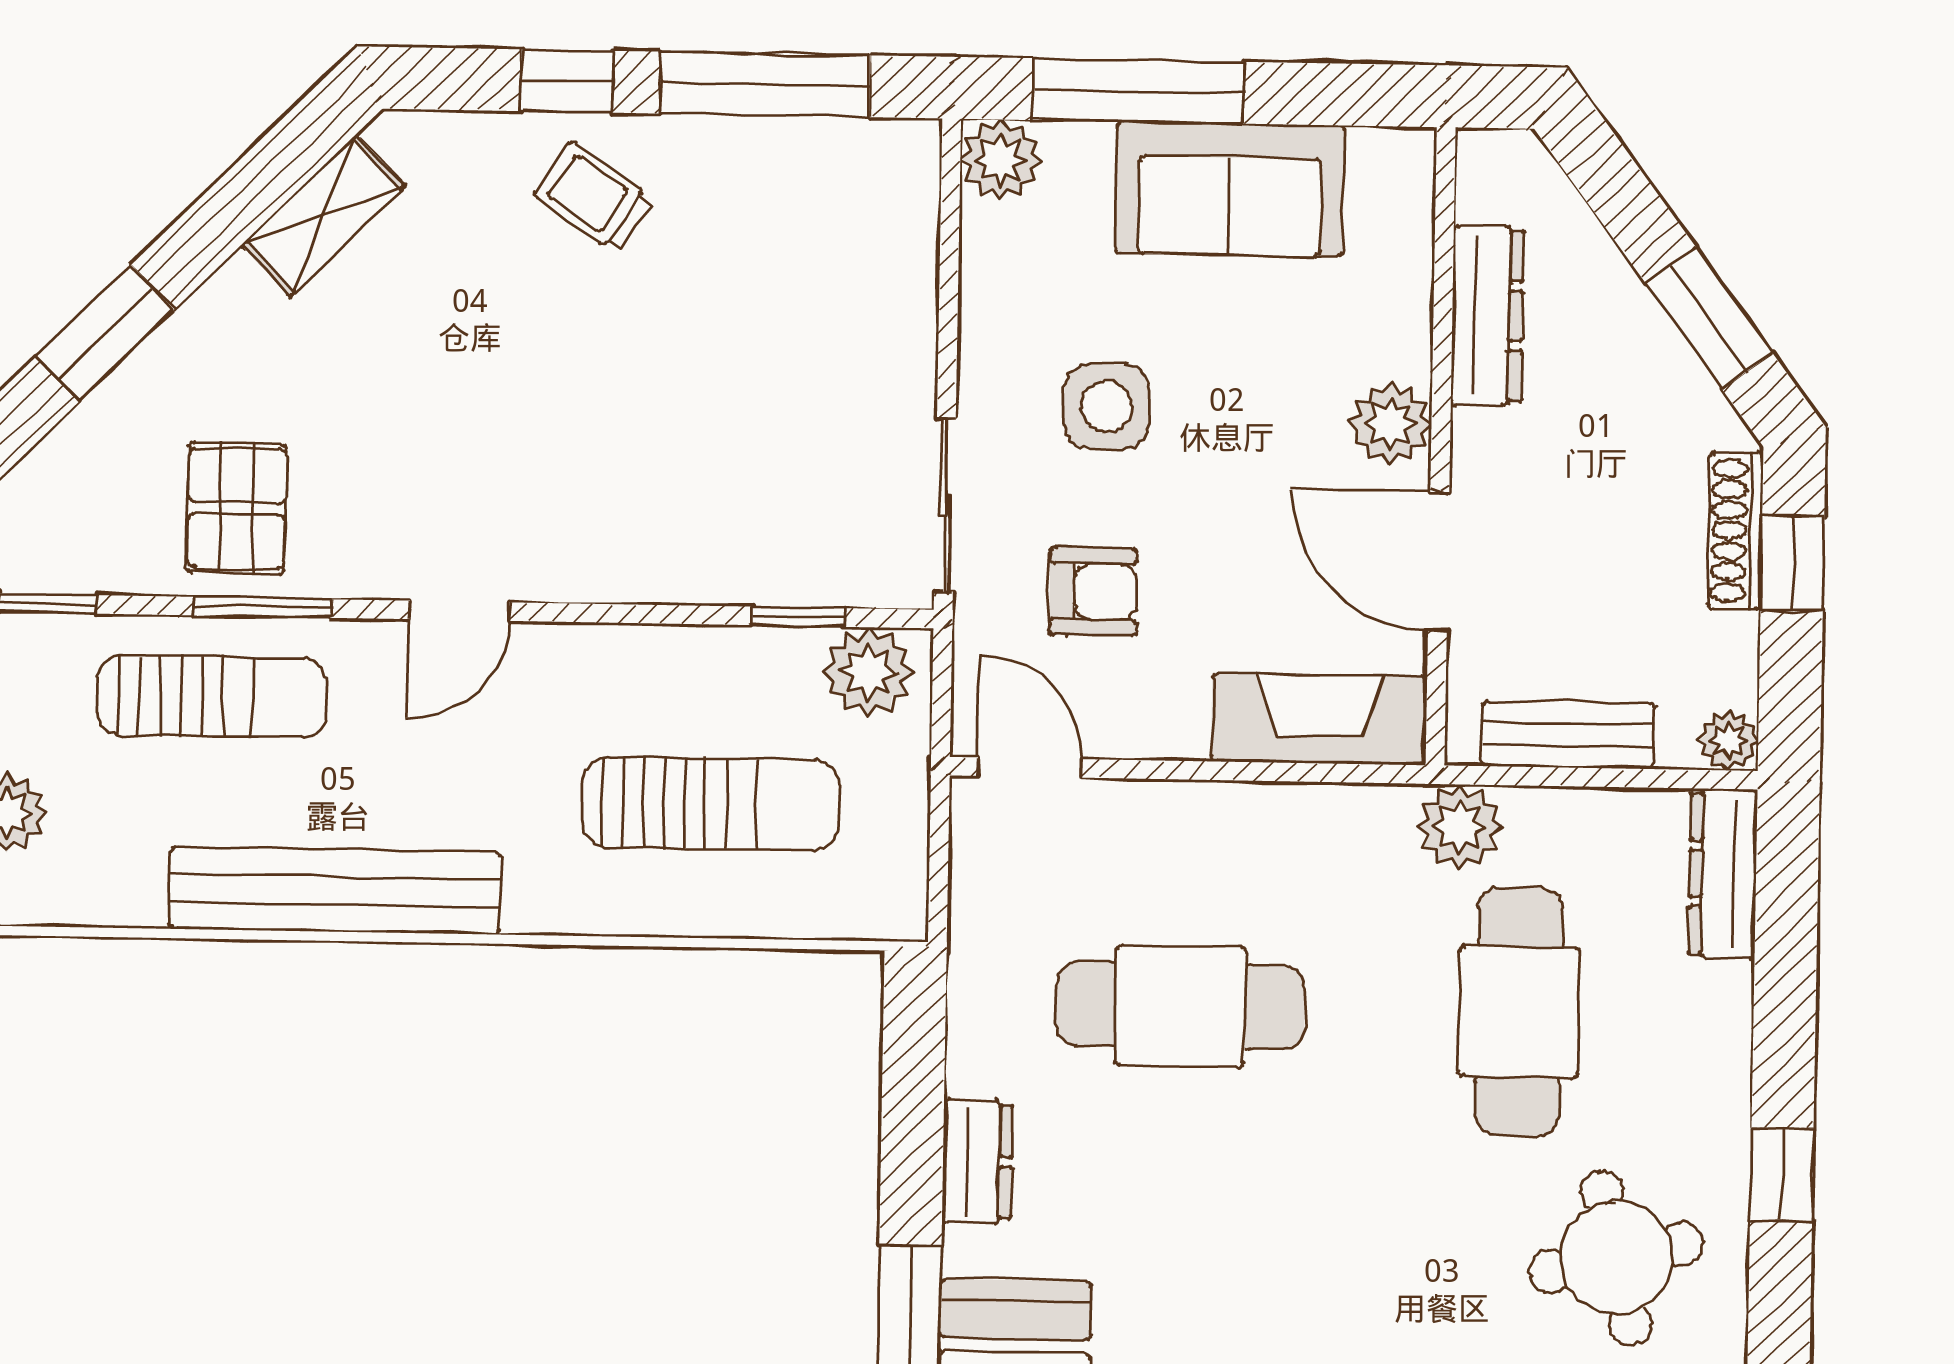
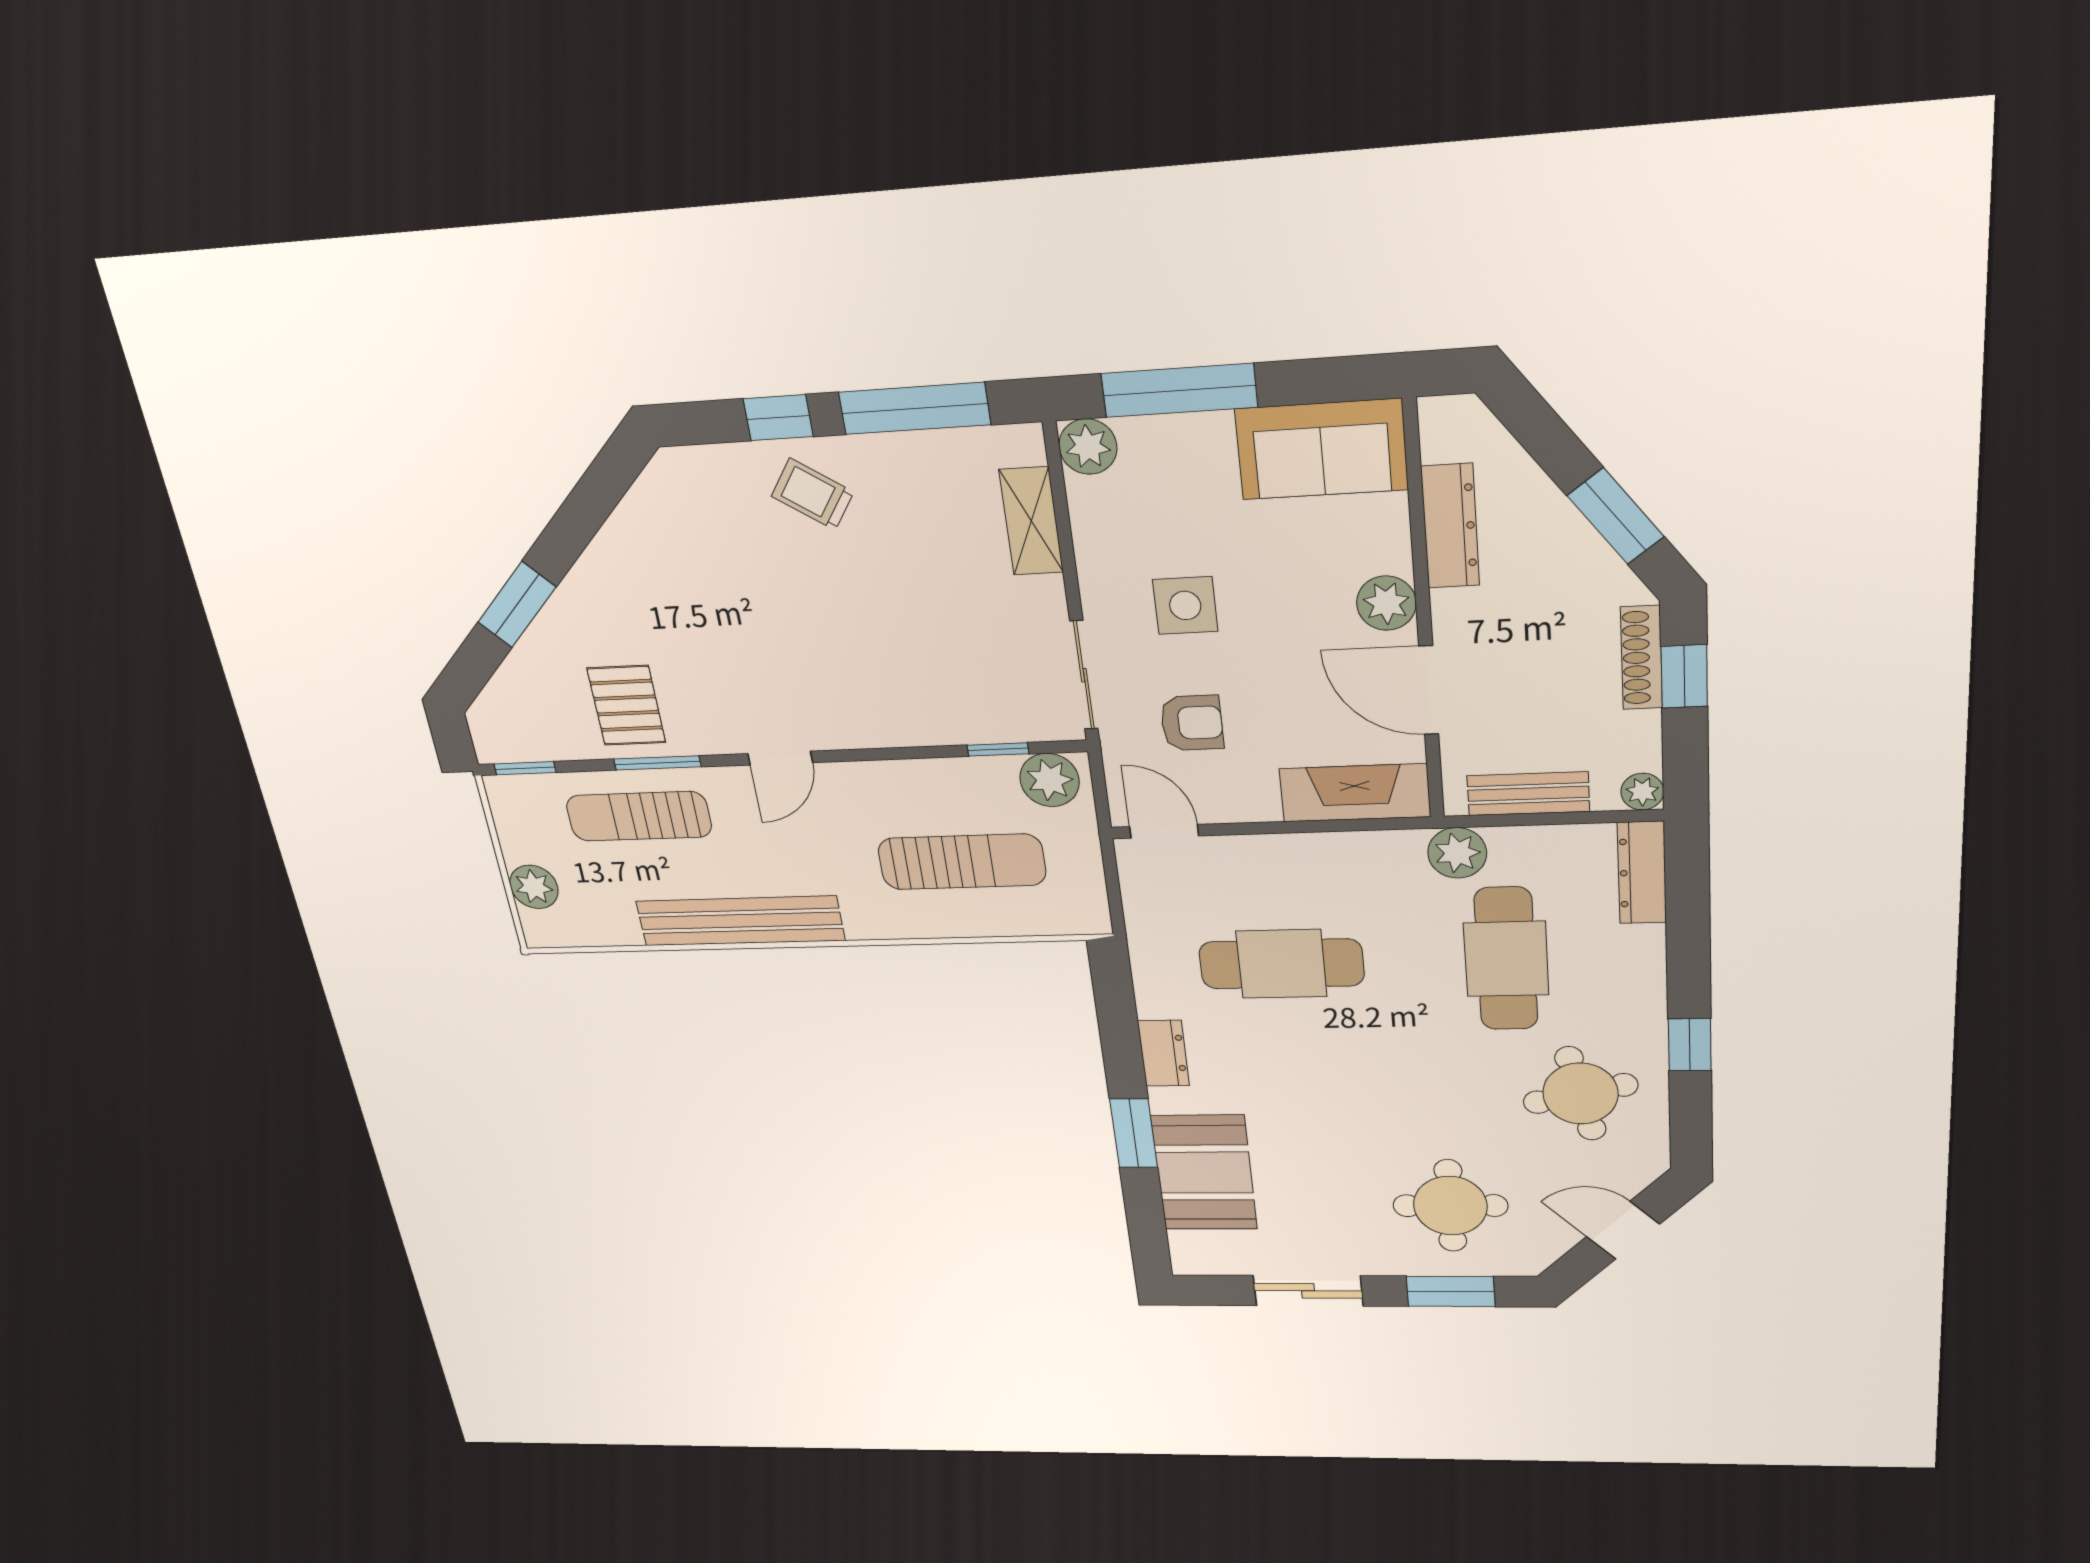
sofa: (1230, 189) -> (1322, 449), moved
shelving: (323, 215) -> (1031, 521), moved, turned -45
sun lounger: (212, 697) -> (639, 816), turned 180

